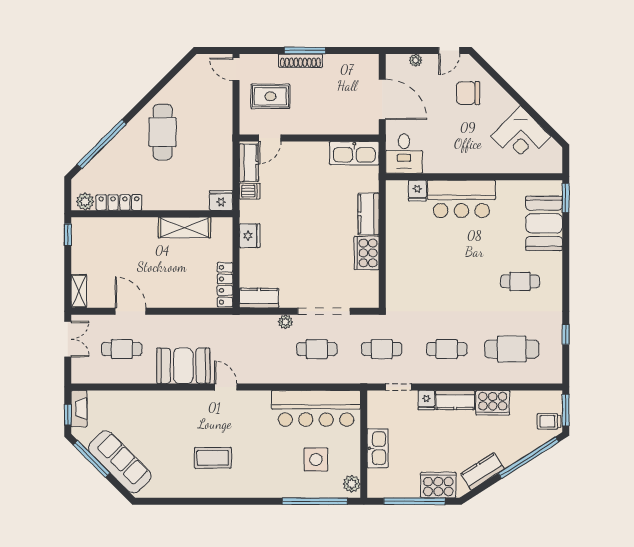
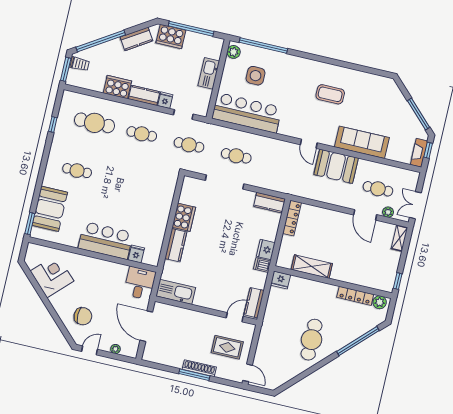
dishwasher: (250, 191) -> (262, 265), moved
plant: (285, 322) -> (388, 212), moved
sofa: (120, 462) -> (362, 142), moved, turned 135

